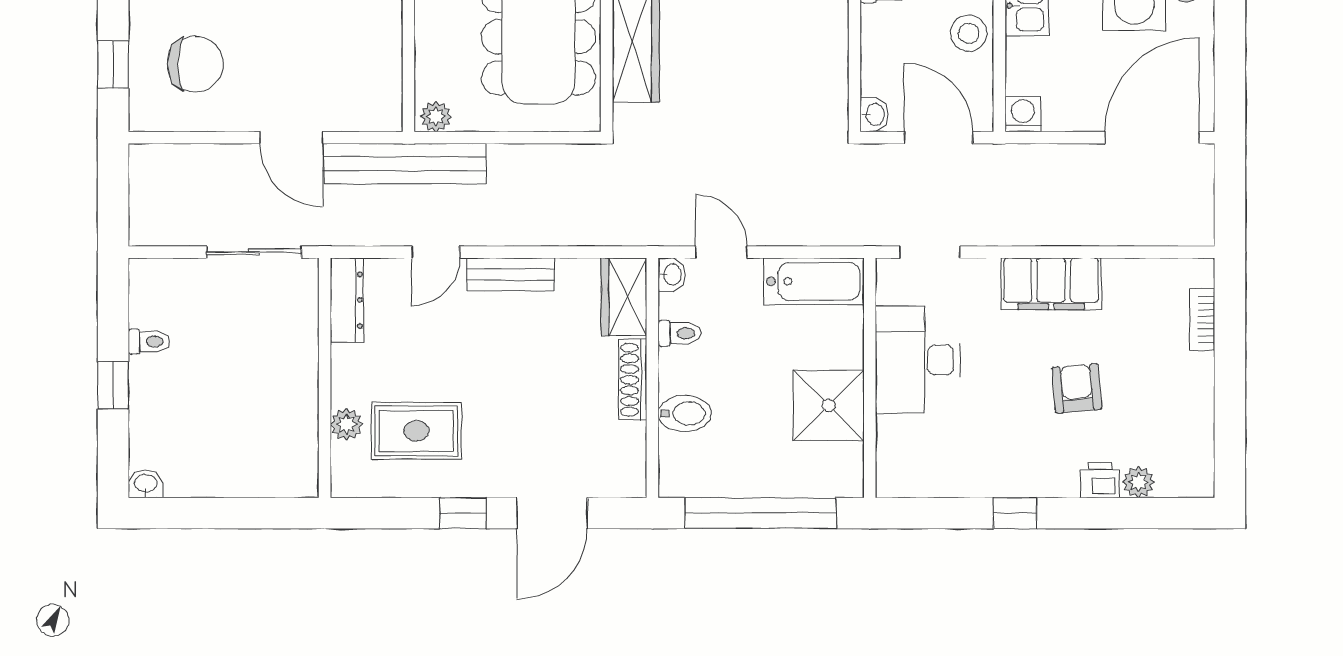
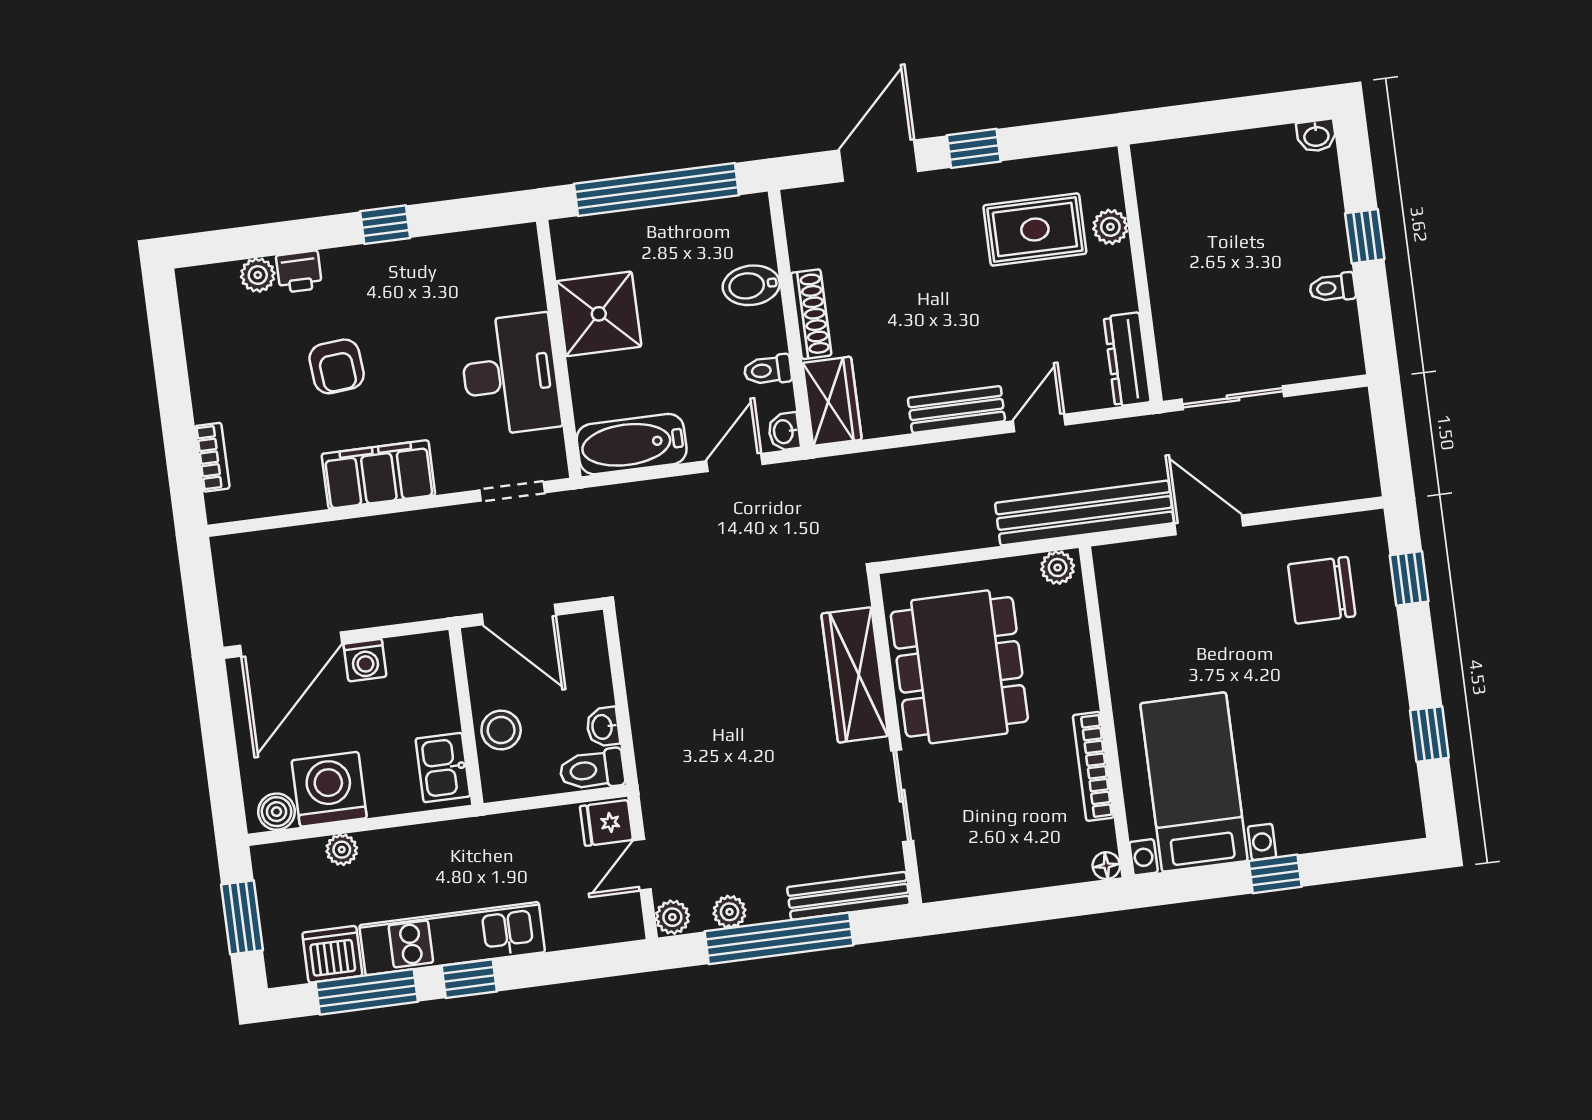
washbasin: (874, 114) -> (603, 727), moved
washing machine: (1023, 114) -> (365, 660), moved
door: (721, 252) -> (734, 463), swing flipped

